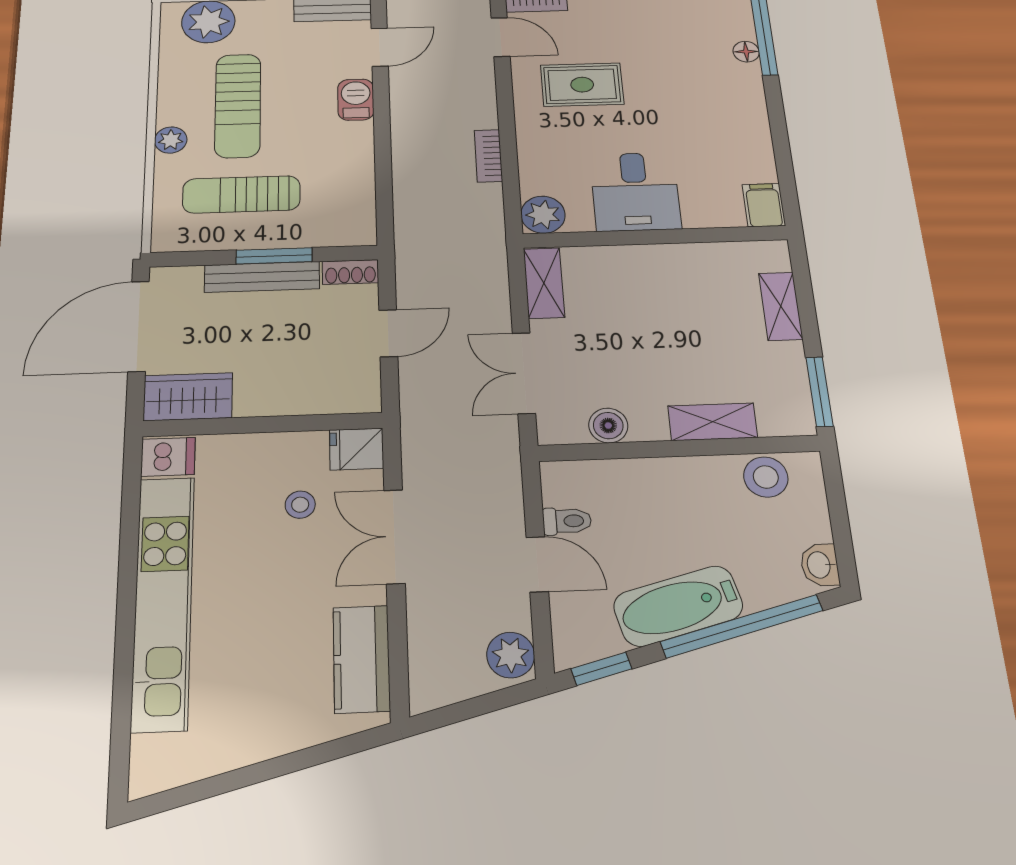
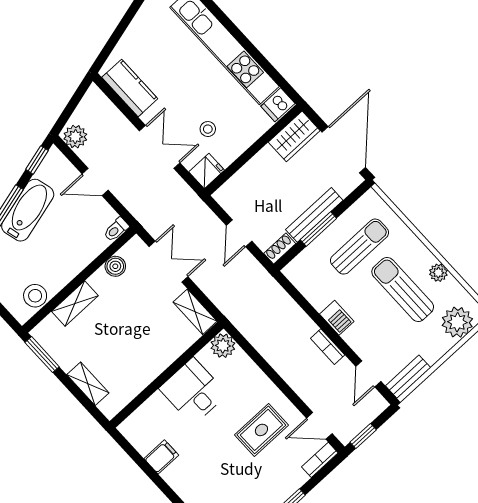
barbecue: (356, 100) -> (337, 318), moved
plant: (171, 140) -> (438, 273), moved
bookcase: (488, 156) -> (328, 347), moved, turned 180
filing cabinet: (764, 205) -> (161, 457), moved, turned -90
toilet: (567, 521) -> (116, 229), moved

